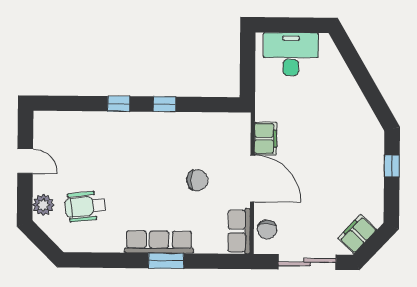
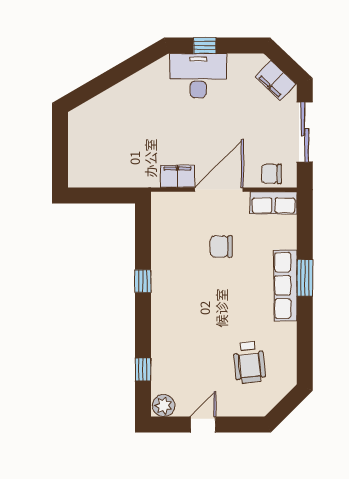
desk: (291, 54) -> (198, 76), moved, turned 90
window: (119, 104) -> (143, 369), moved
chair: (197, 180) -> (221, 246), turned -90
plant: (43, 205) -> (164, 406), moved
chair: (267, 229) -> (272, 174), turned 180

